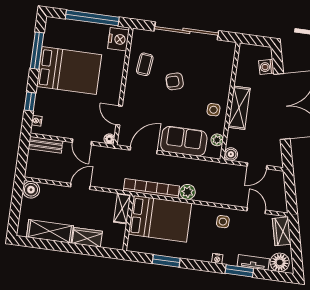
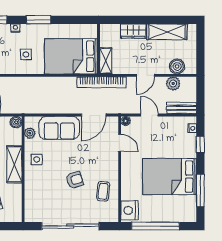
bookcase: (151, 188) -> (101, 82), moved
boiler: (31, 190) -> (177, 66), moved
plant: (188, 192) -> (173, 83), moved
side table: (223, 222) -> (26, 54), moved
window: (166, 261) -> (38, 20), moved

